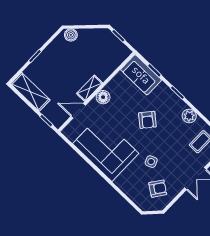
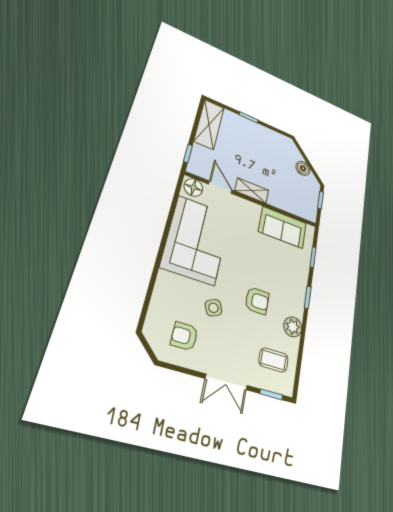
boiler: (71, 35) -> (303, 168), moved
sofa: (141, 75) -> (283, 227), moved, turned -90
floor lamp: (103, 97) -> (193, 187), moved
armchair: (147, 120) -> (257, 301), moved, turned -130
armchair: (158, 189) -> (184, 336), turned 145

